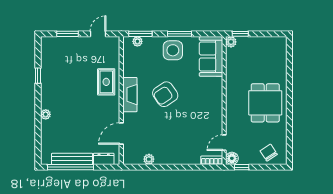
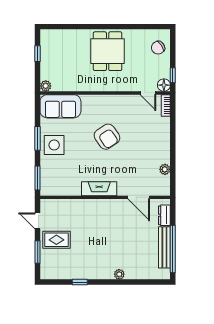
window: (240, 34) -> (38, 54), moved
plant: (137, 41) -> (45, 181), removed
rug: (106, 82) -> (56, 240), moved
armchair: (165, 94) -> (107, 137), moved
dining table: (265, 103) -> (108, 51), turned 90

